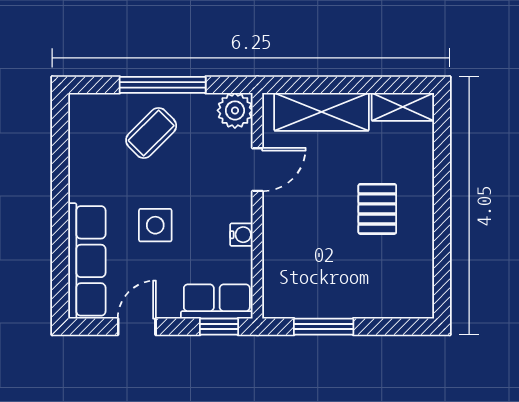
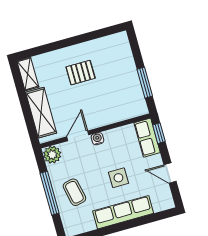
coffee table: (151, 133) -> (74, 192), turned 33
door: (257, 170) -> (78, 136), hinge flipped
water cooler: (241, 235) -> (97, 139), moved
row of seats: (87, 261) -> (123, 212), moved

